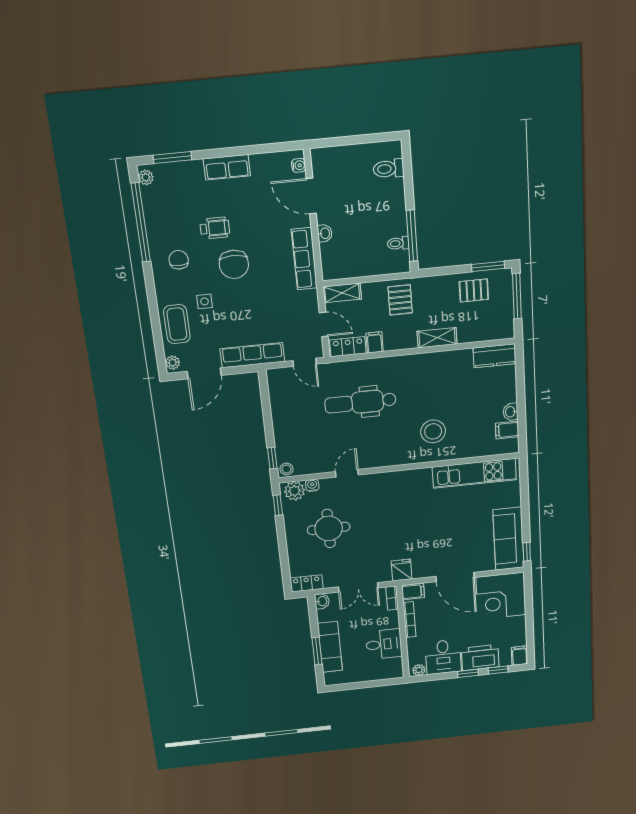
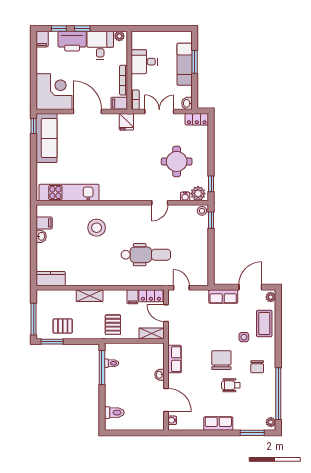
row of seats: (304, 259) -> (175, 359), width x0.68
row of seats: (252, 355) -> (223, 297), width x0.68

